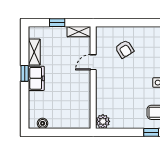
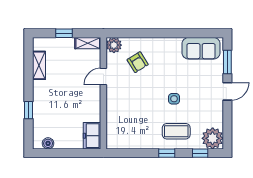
window: (25, 73) -> (28, 110), moved
freezer: (36, 78) -> (92, 136), moved, turned 180
plant: (103, 121) -> (114, 45), moved

